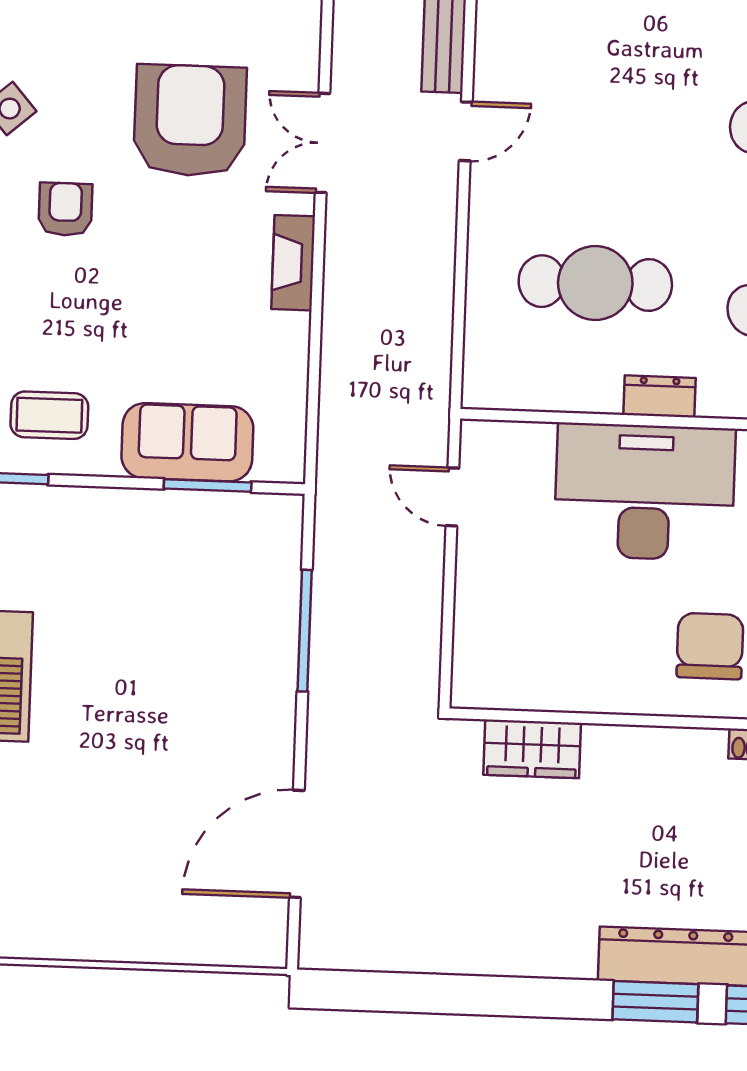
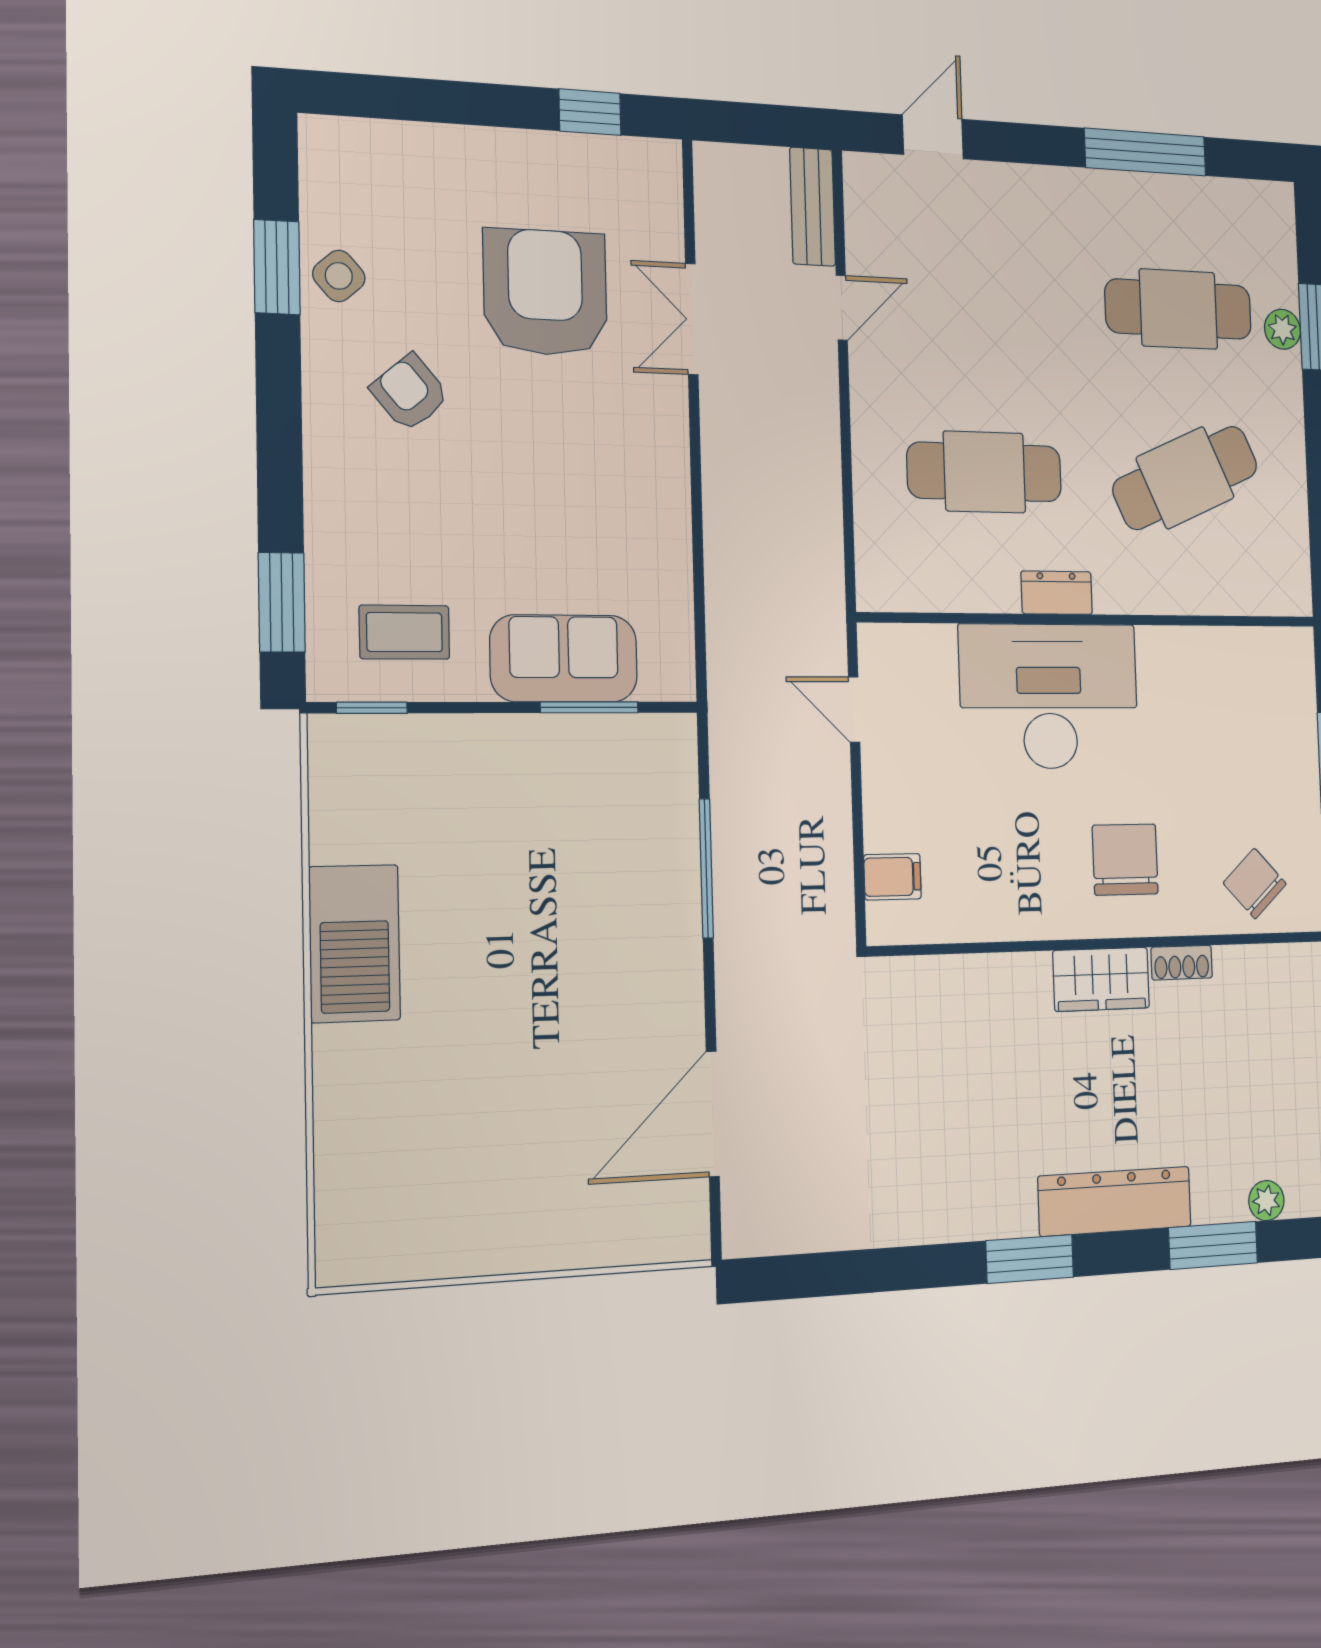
armchair: (65, 209) -> (410, 393), turned -40
fireplace: (293, 263) -> (668, 452), removed
filing cabinet: (479, 648) -> (892, 877), added
wardrobe: (532, 749) -> (1101, 979), moved
window: (655, 1002) -> (1030, 1259), moved

